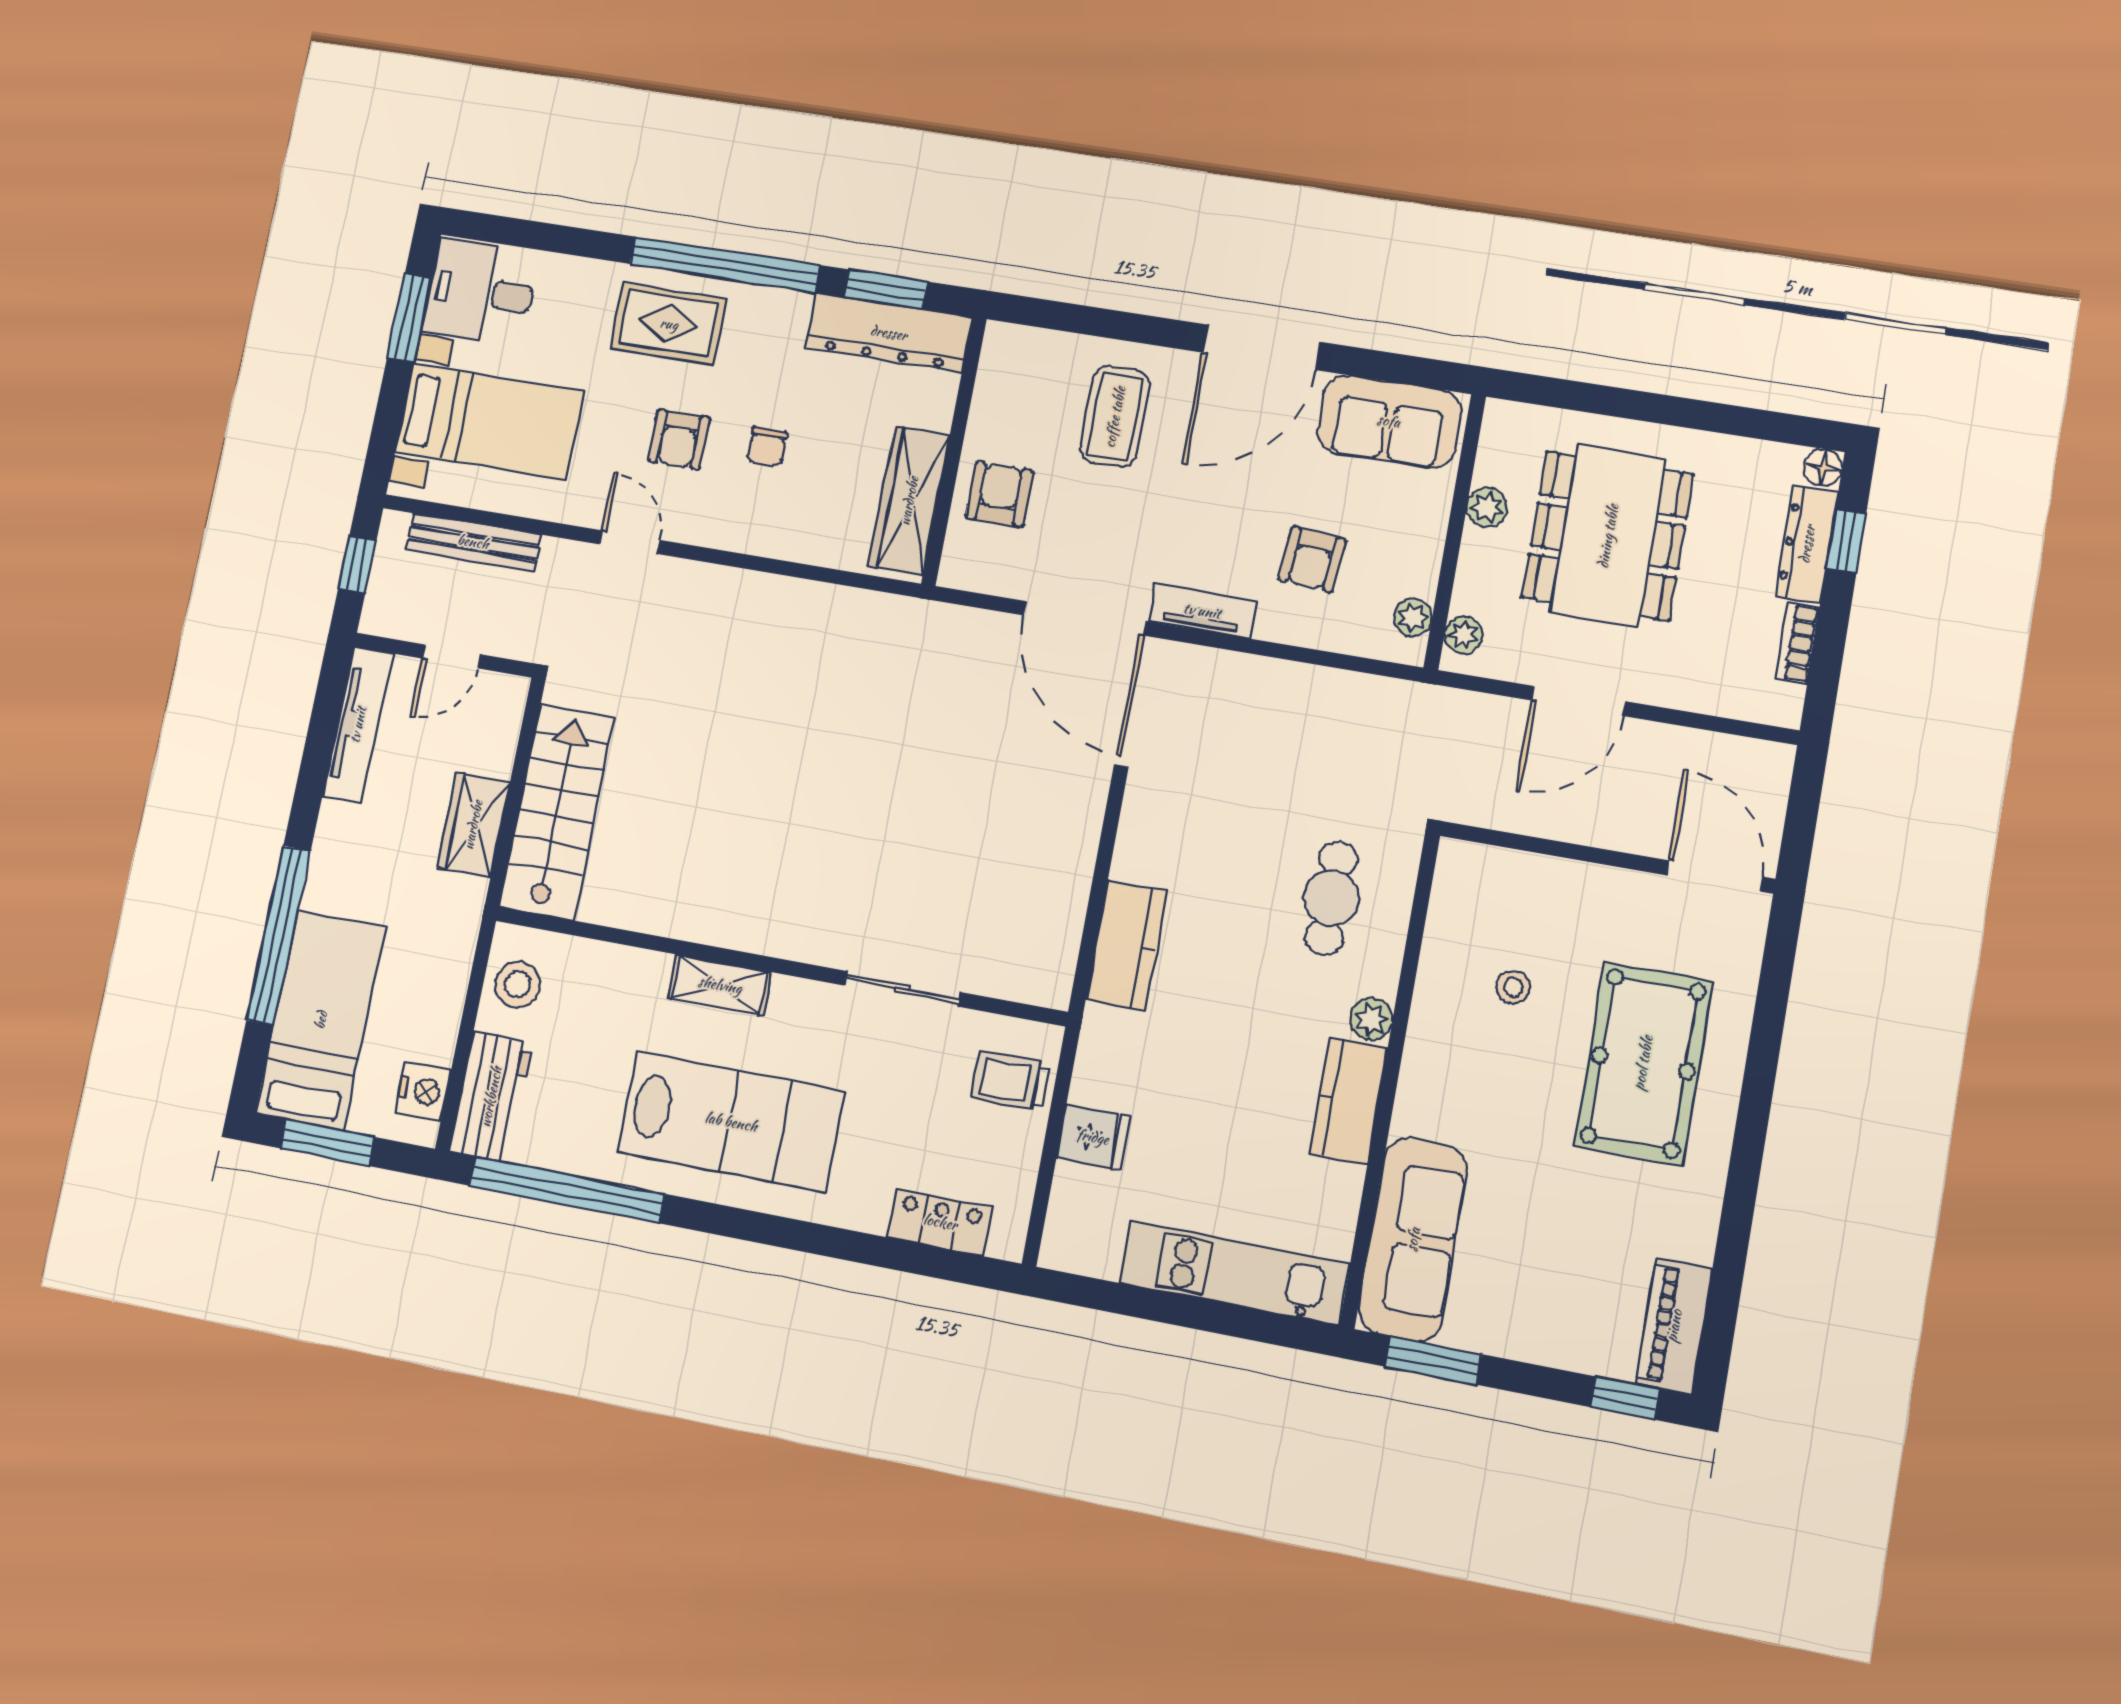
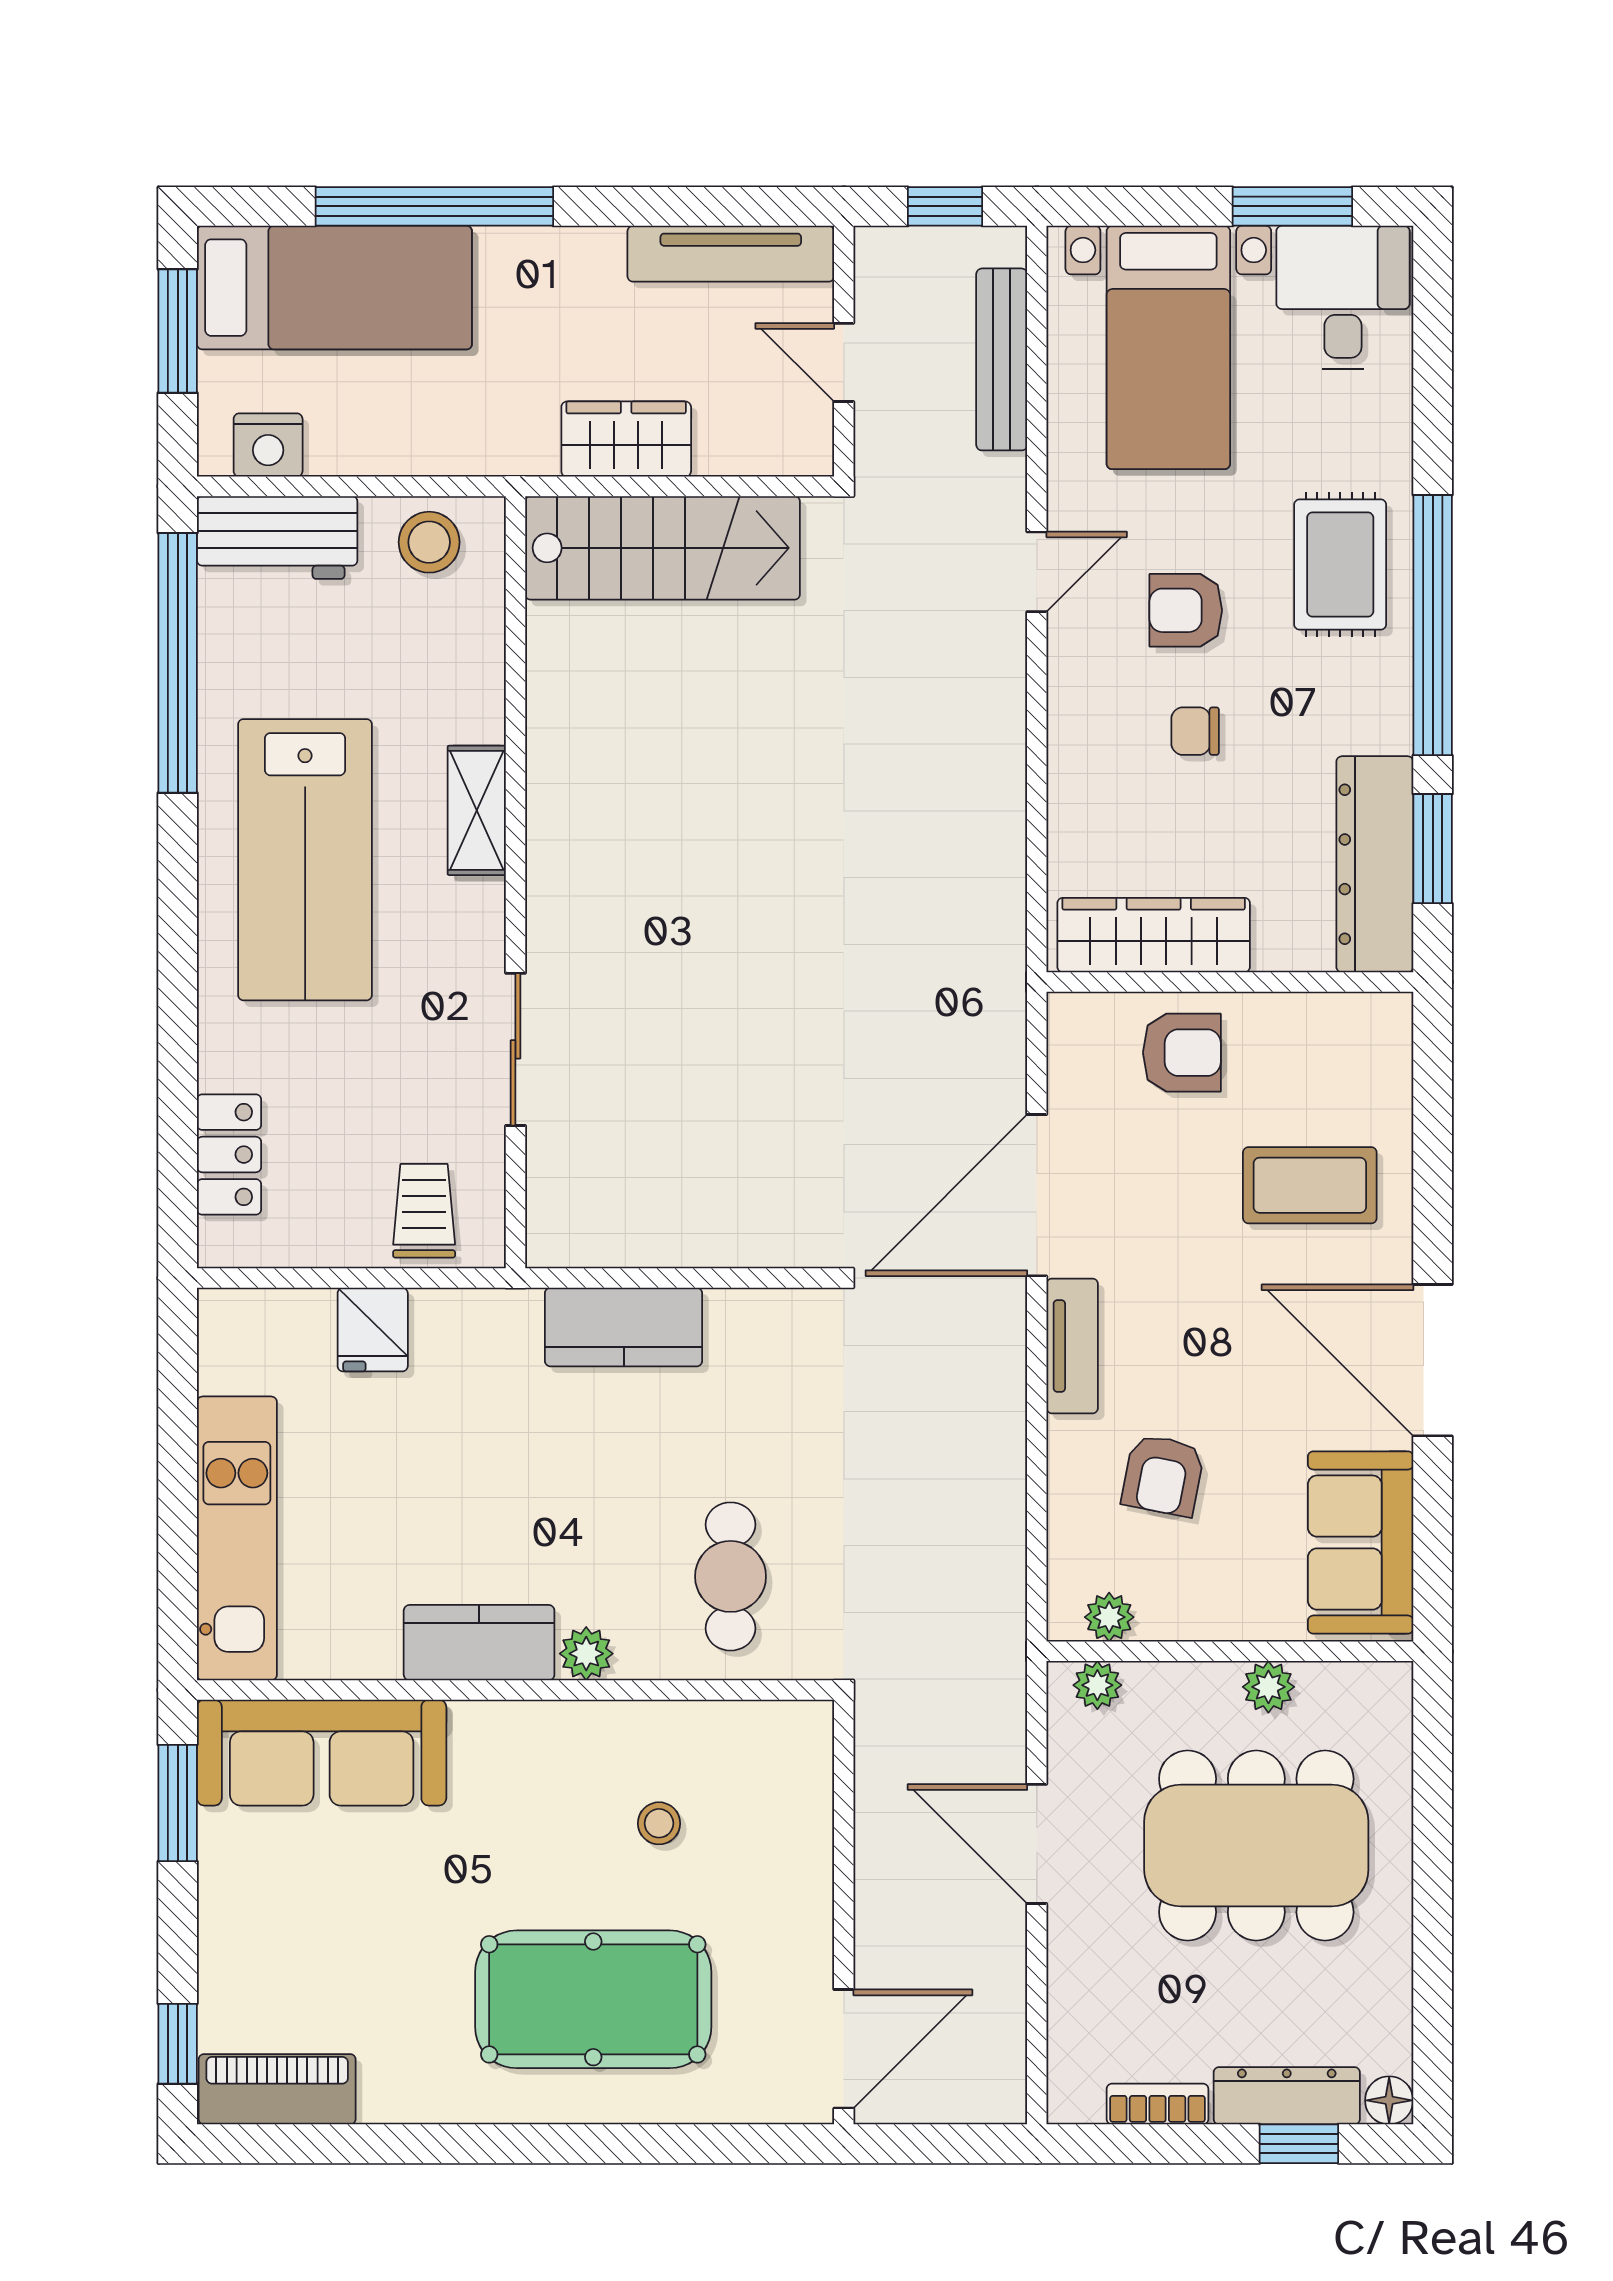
armchair: (1312, 560) -> (1163, 1475), turned -84
cafe table: (1331, 898) -> (731, 1576), turned 90

